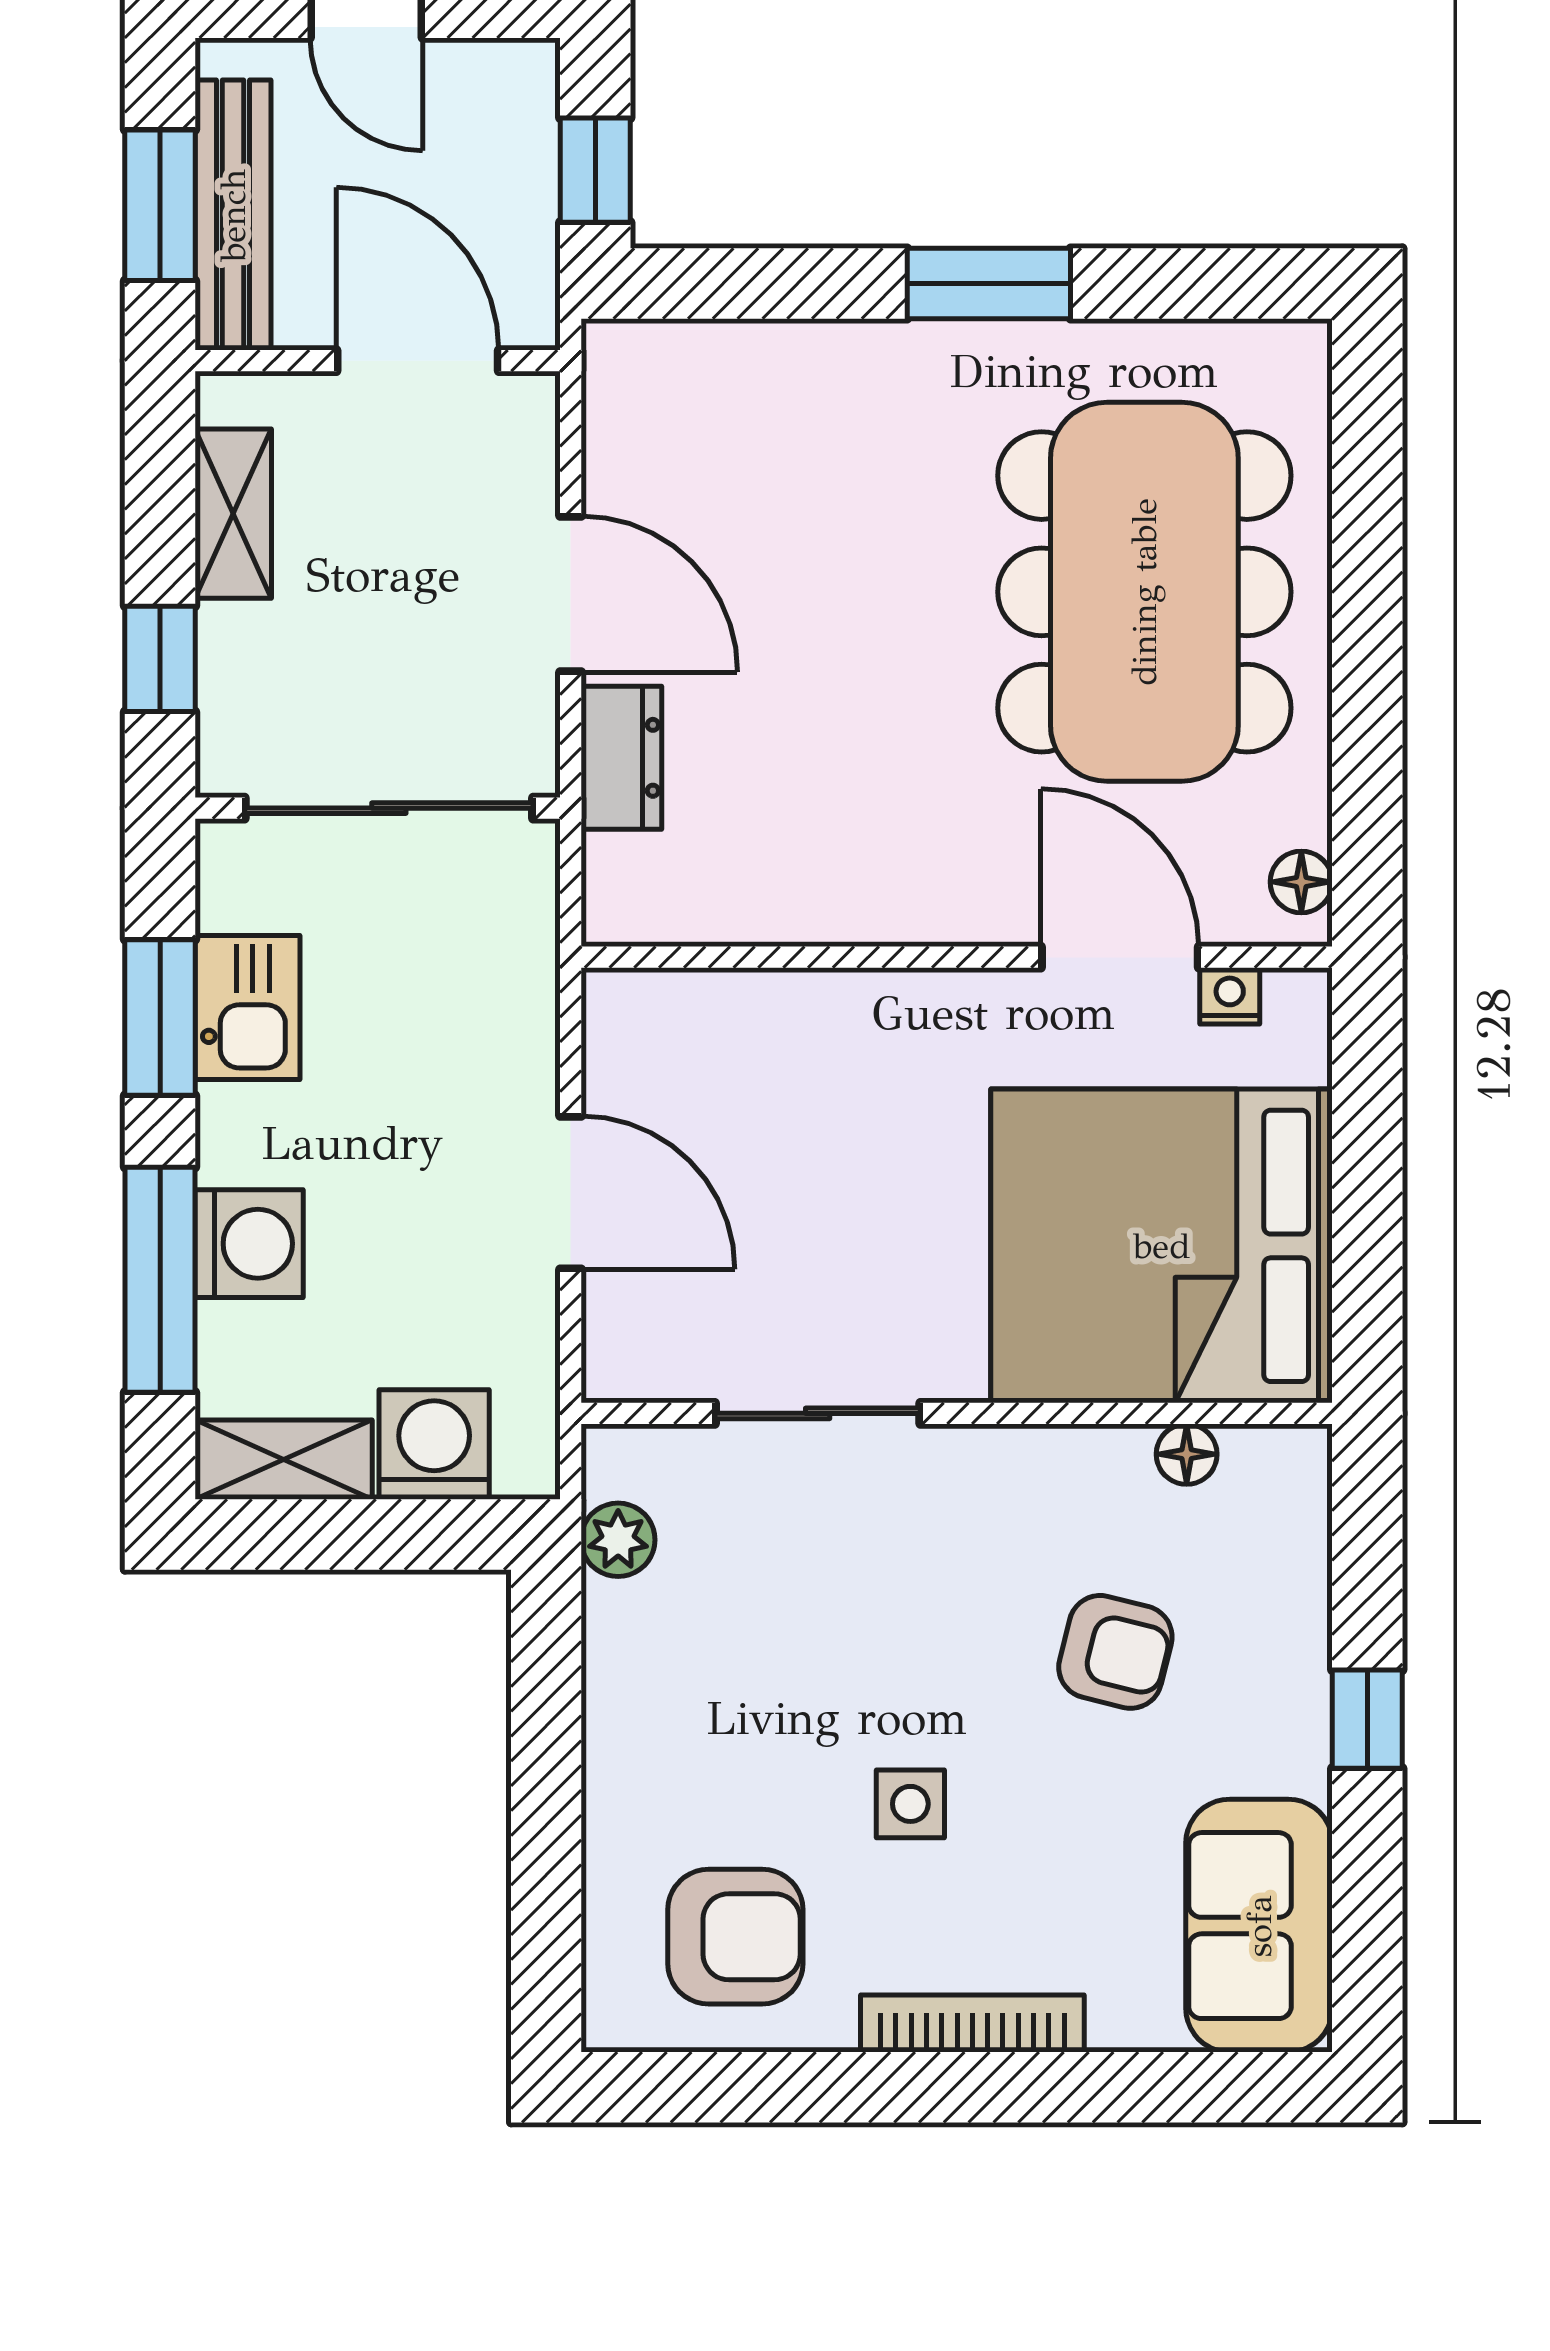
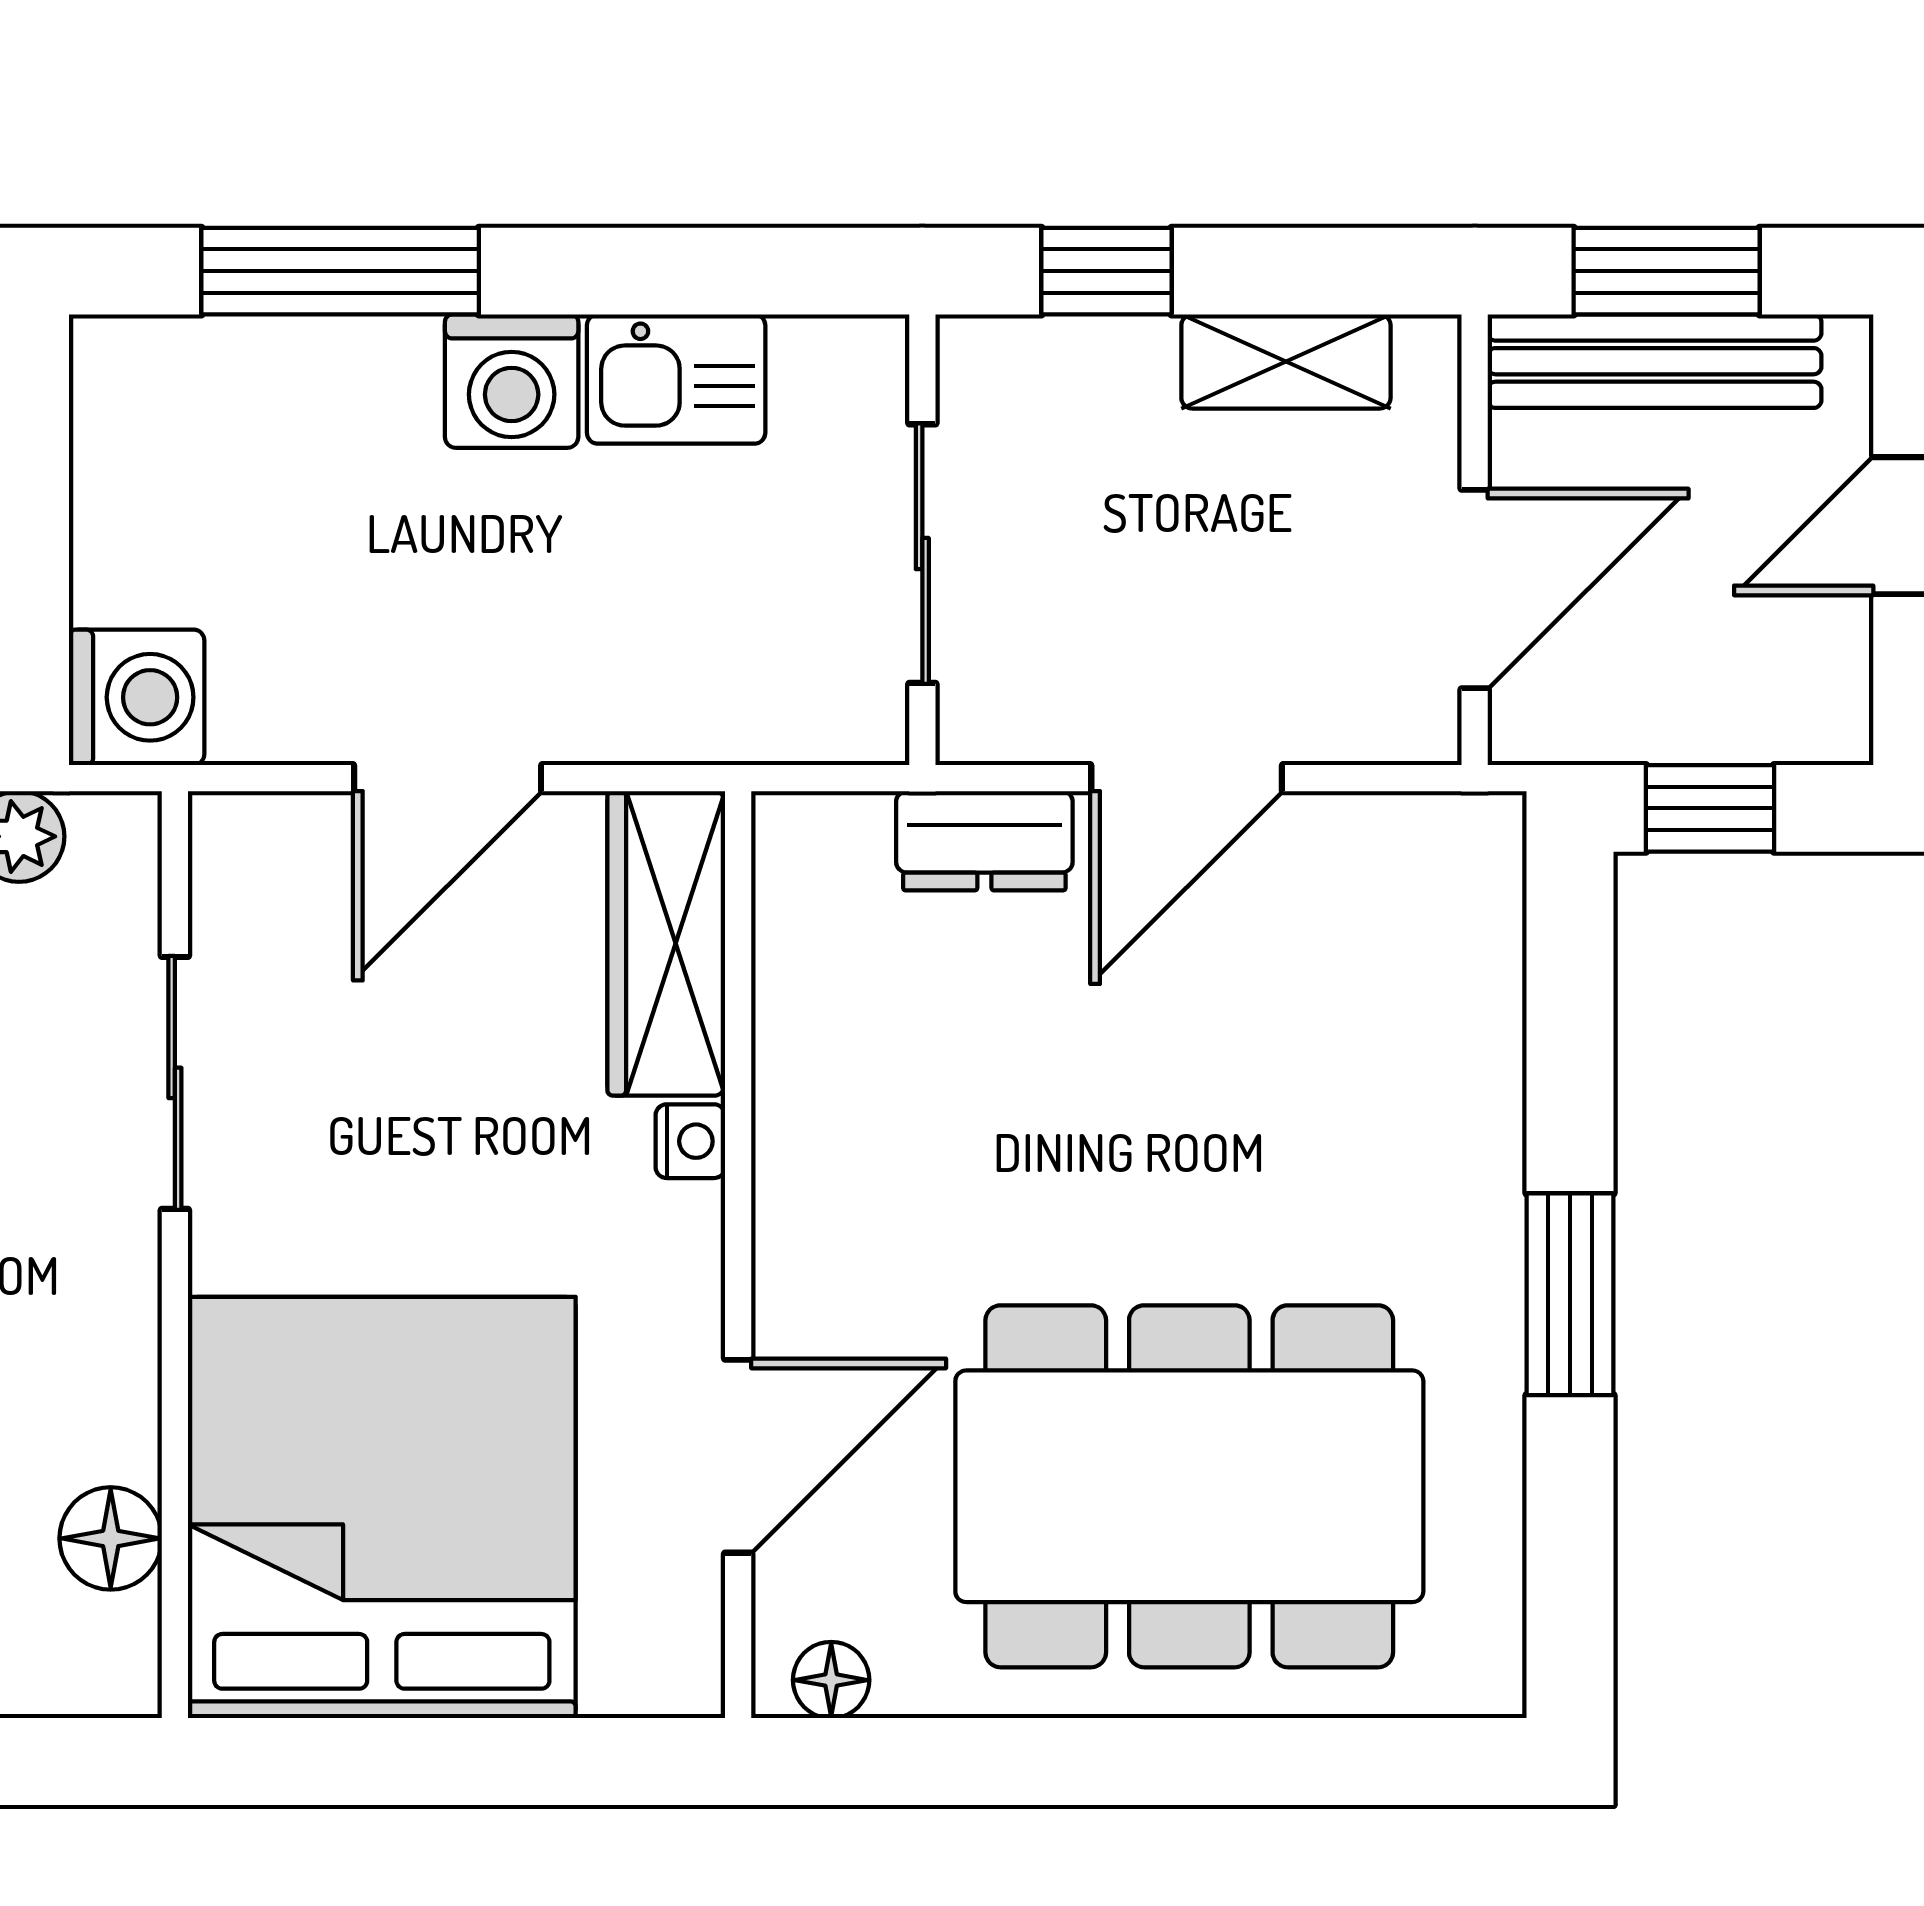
sliding door: (389, 808) -> (922, 554), width x0.73
nightstand: (1230, 996) -> (690, 1141), moved
wardrobe: (705, 1015) -> (666, 943), added
window: (160, 1017) -> (664, 271), removed
washing machine: (249, 1244) -> (512, 381), moved
washing machine: (434, 1445) -> (137, 697), moved
floor lamp: (1187, 1454) -> (111, 1538), width x1.37, depth x1.37
shelving: (284, 1460) -> (118, 424), removed

